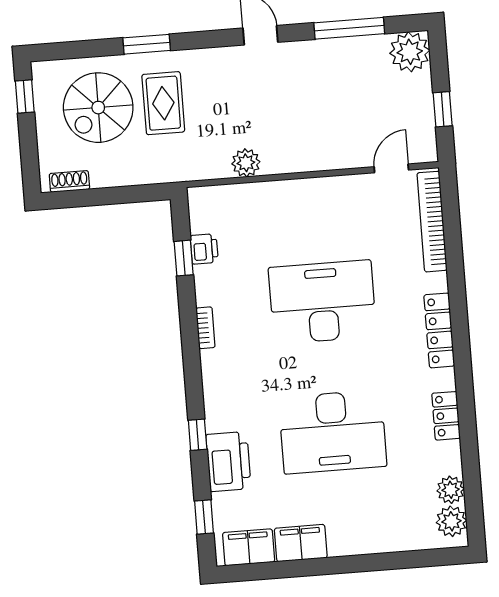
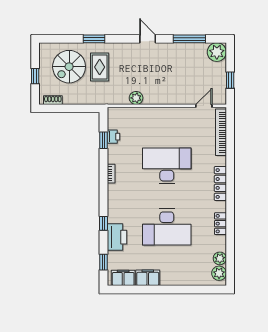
window: (25, 97) -> (35, 76), moved

